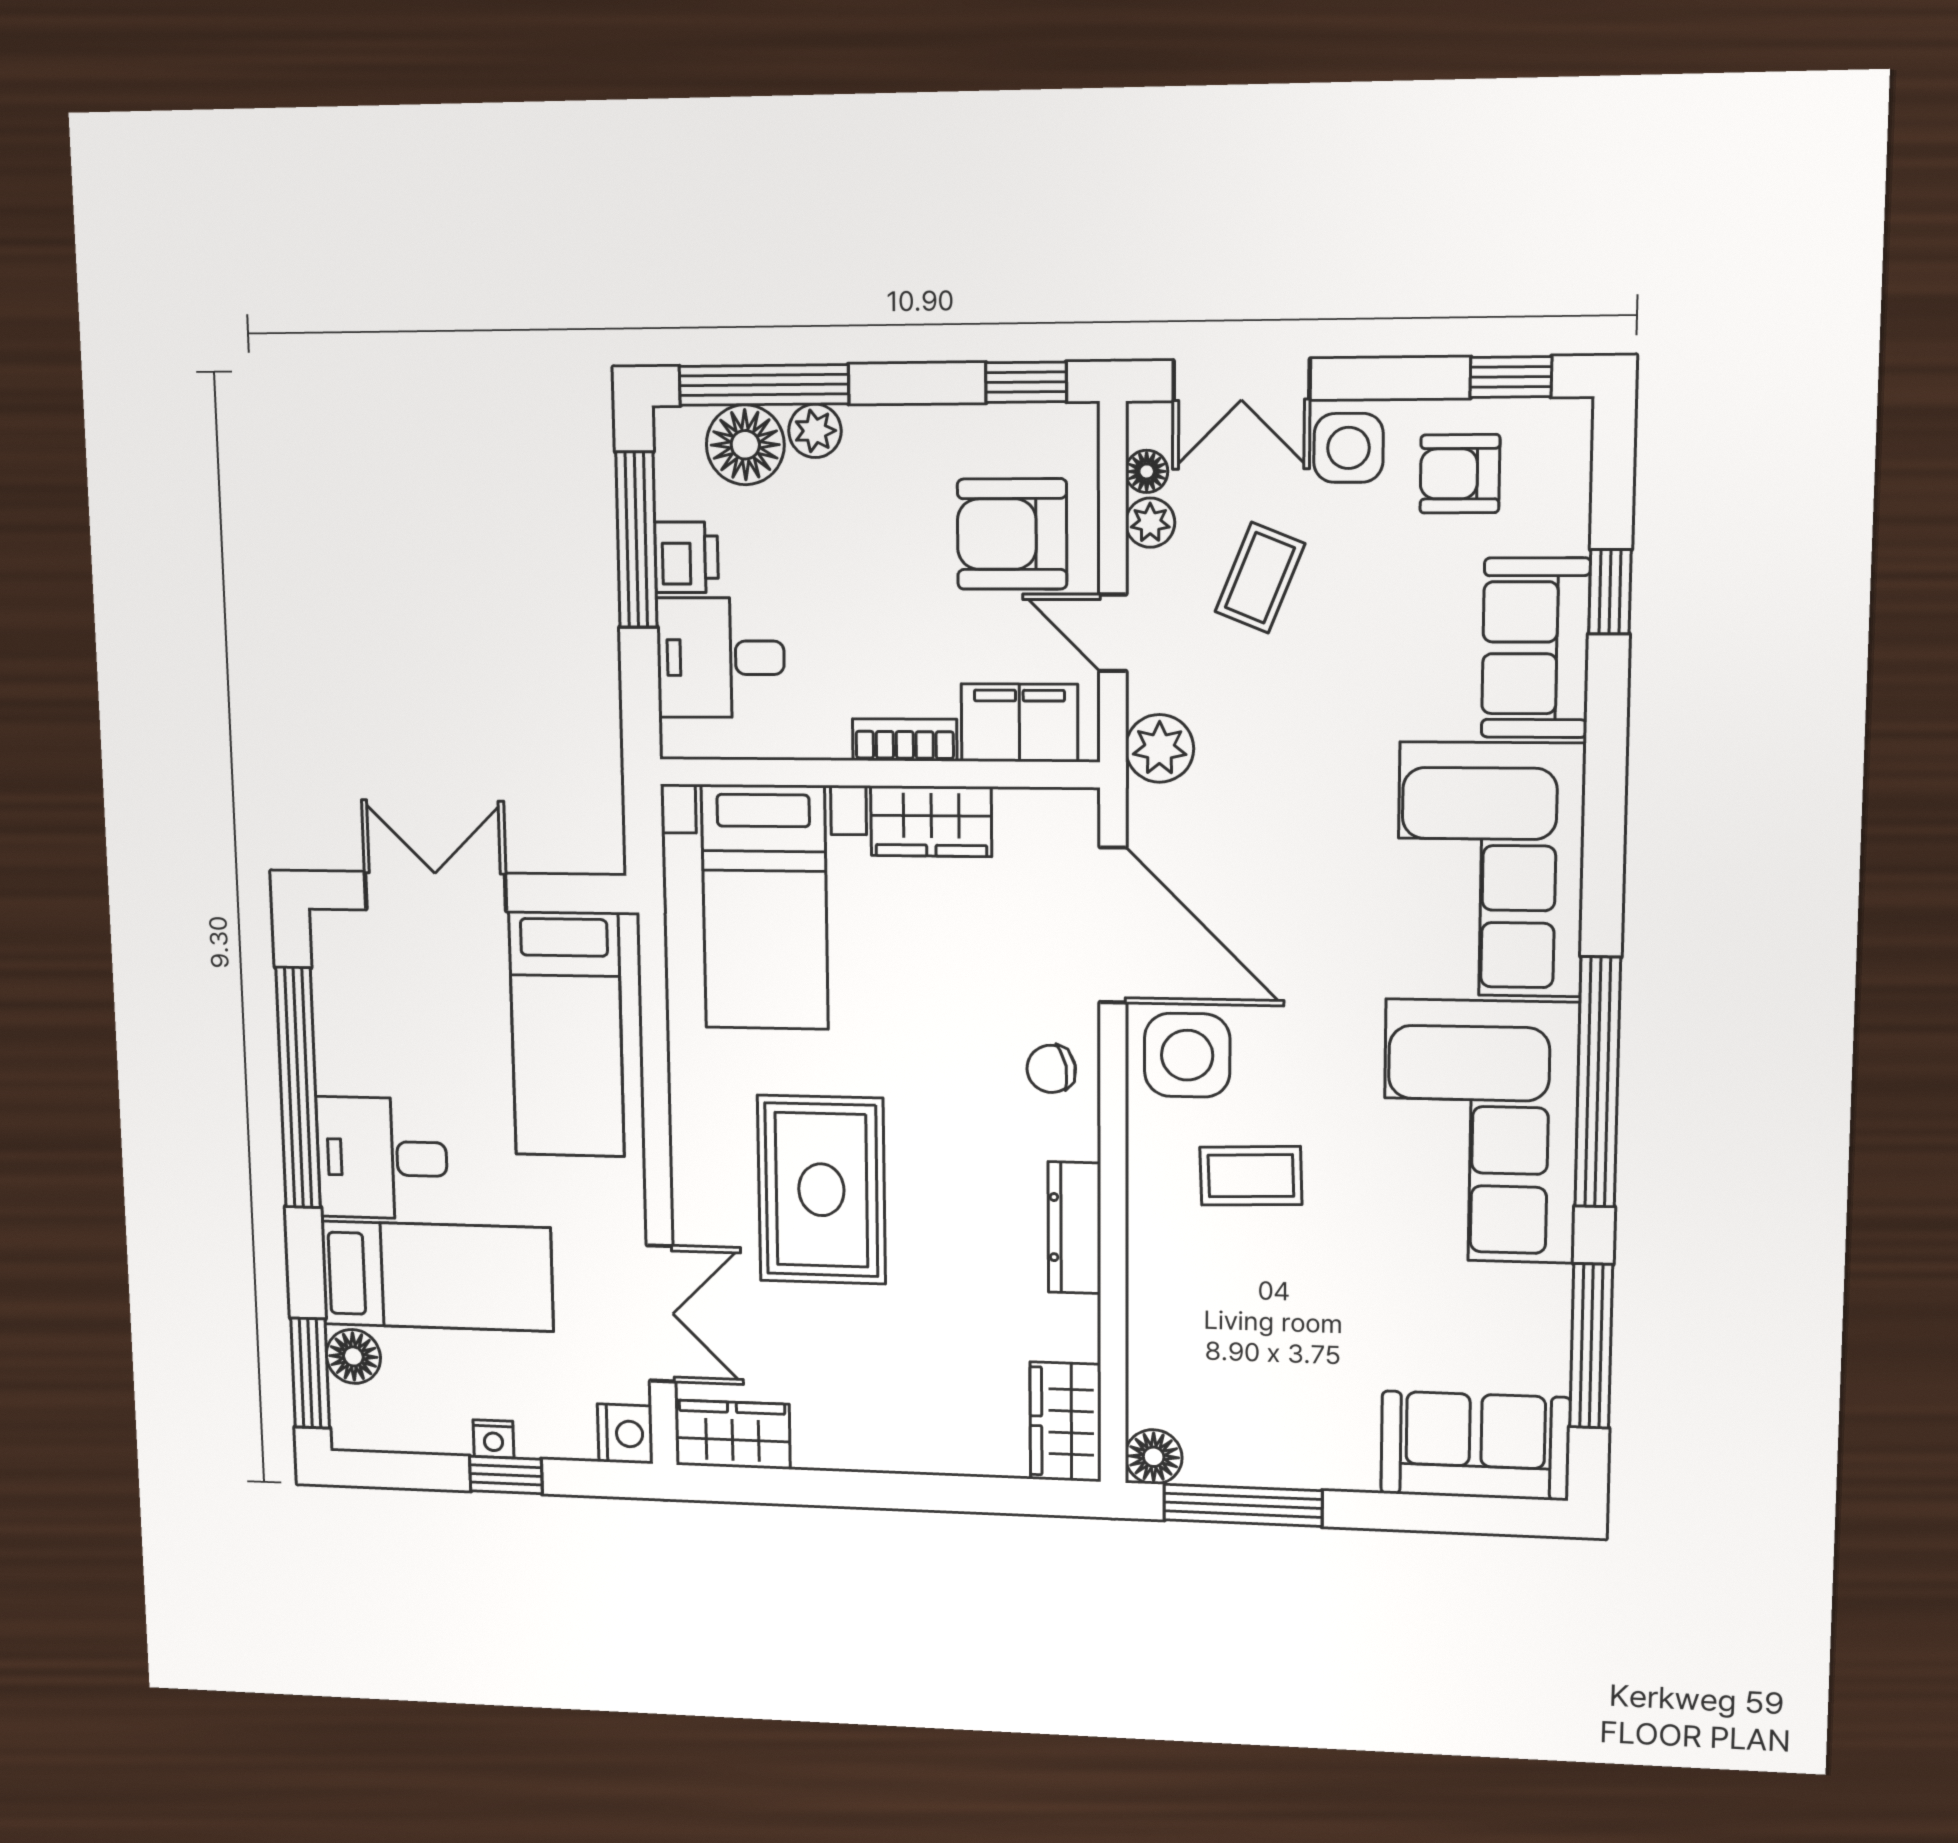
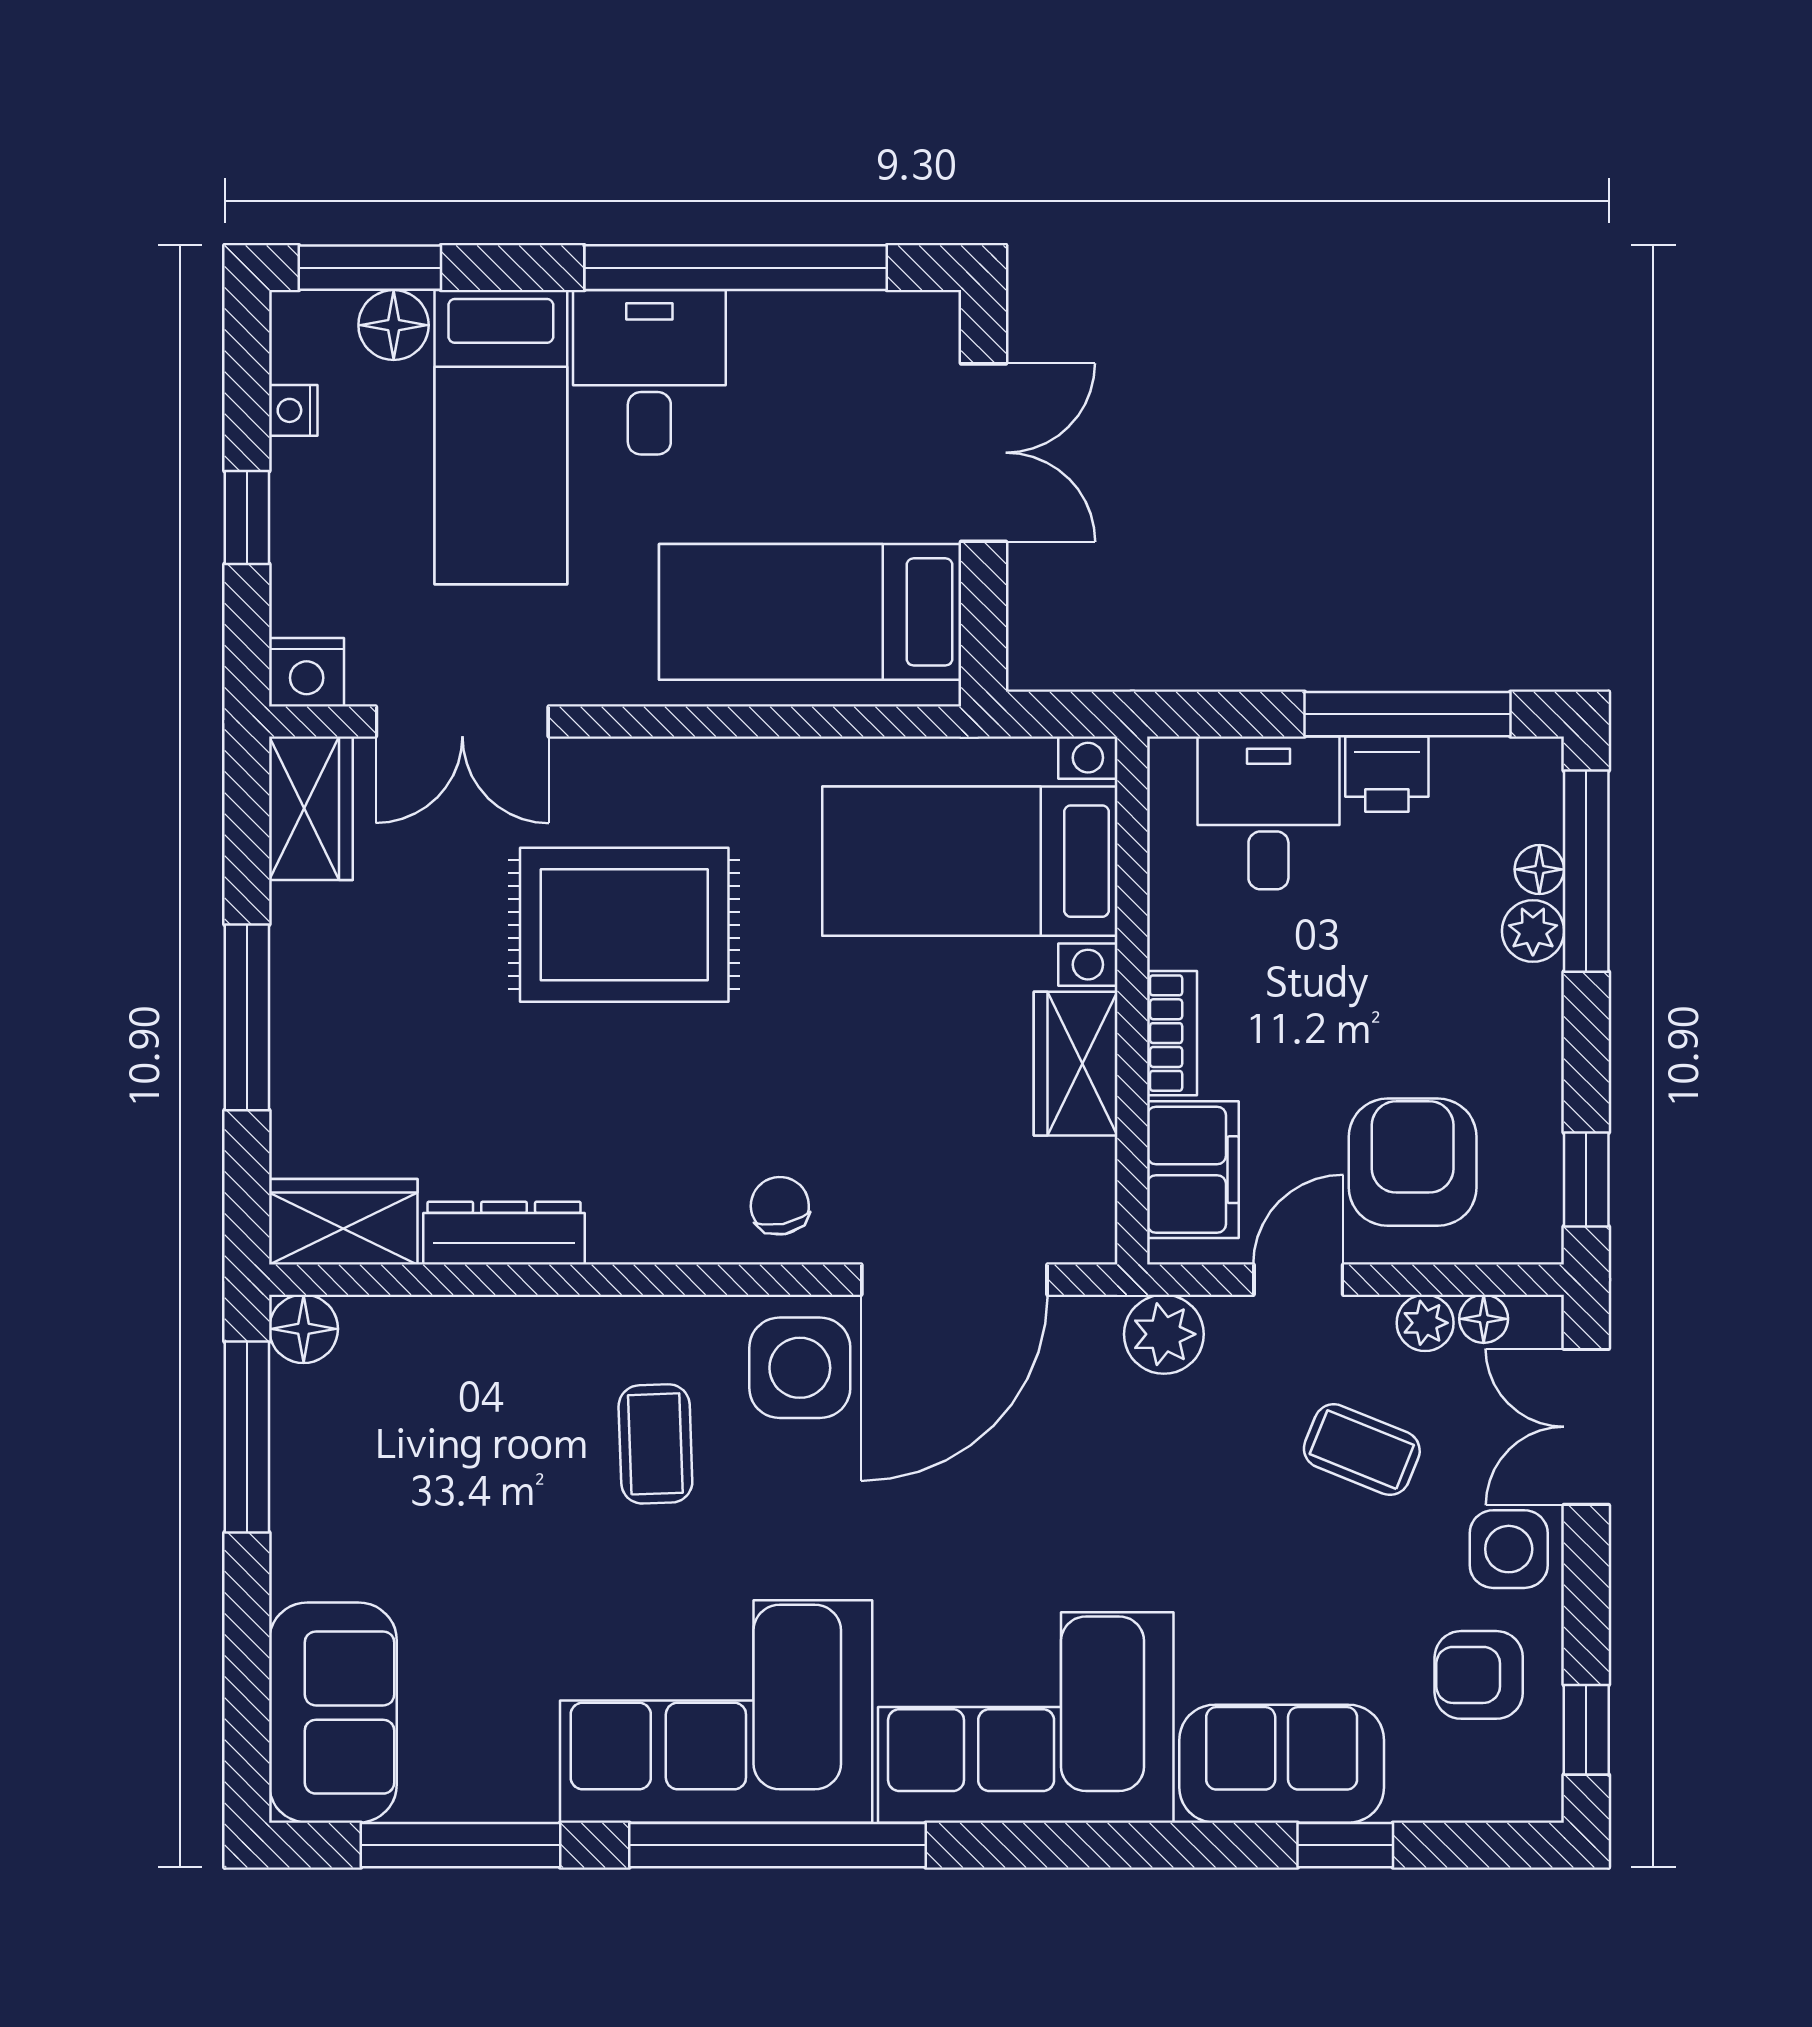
floor lamp: (745, 445) -> (1539, 869), width x0.53, depth x0.53
armchair: (1460, 474) -> (1479, 1675), turned -90
dresser: (1074, 1228) -> (504, 1233), moved
nightstand: (493, 1439) -> (293, 410), moved
window: (900, 1491) -> (247, 1017), added

